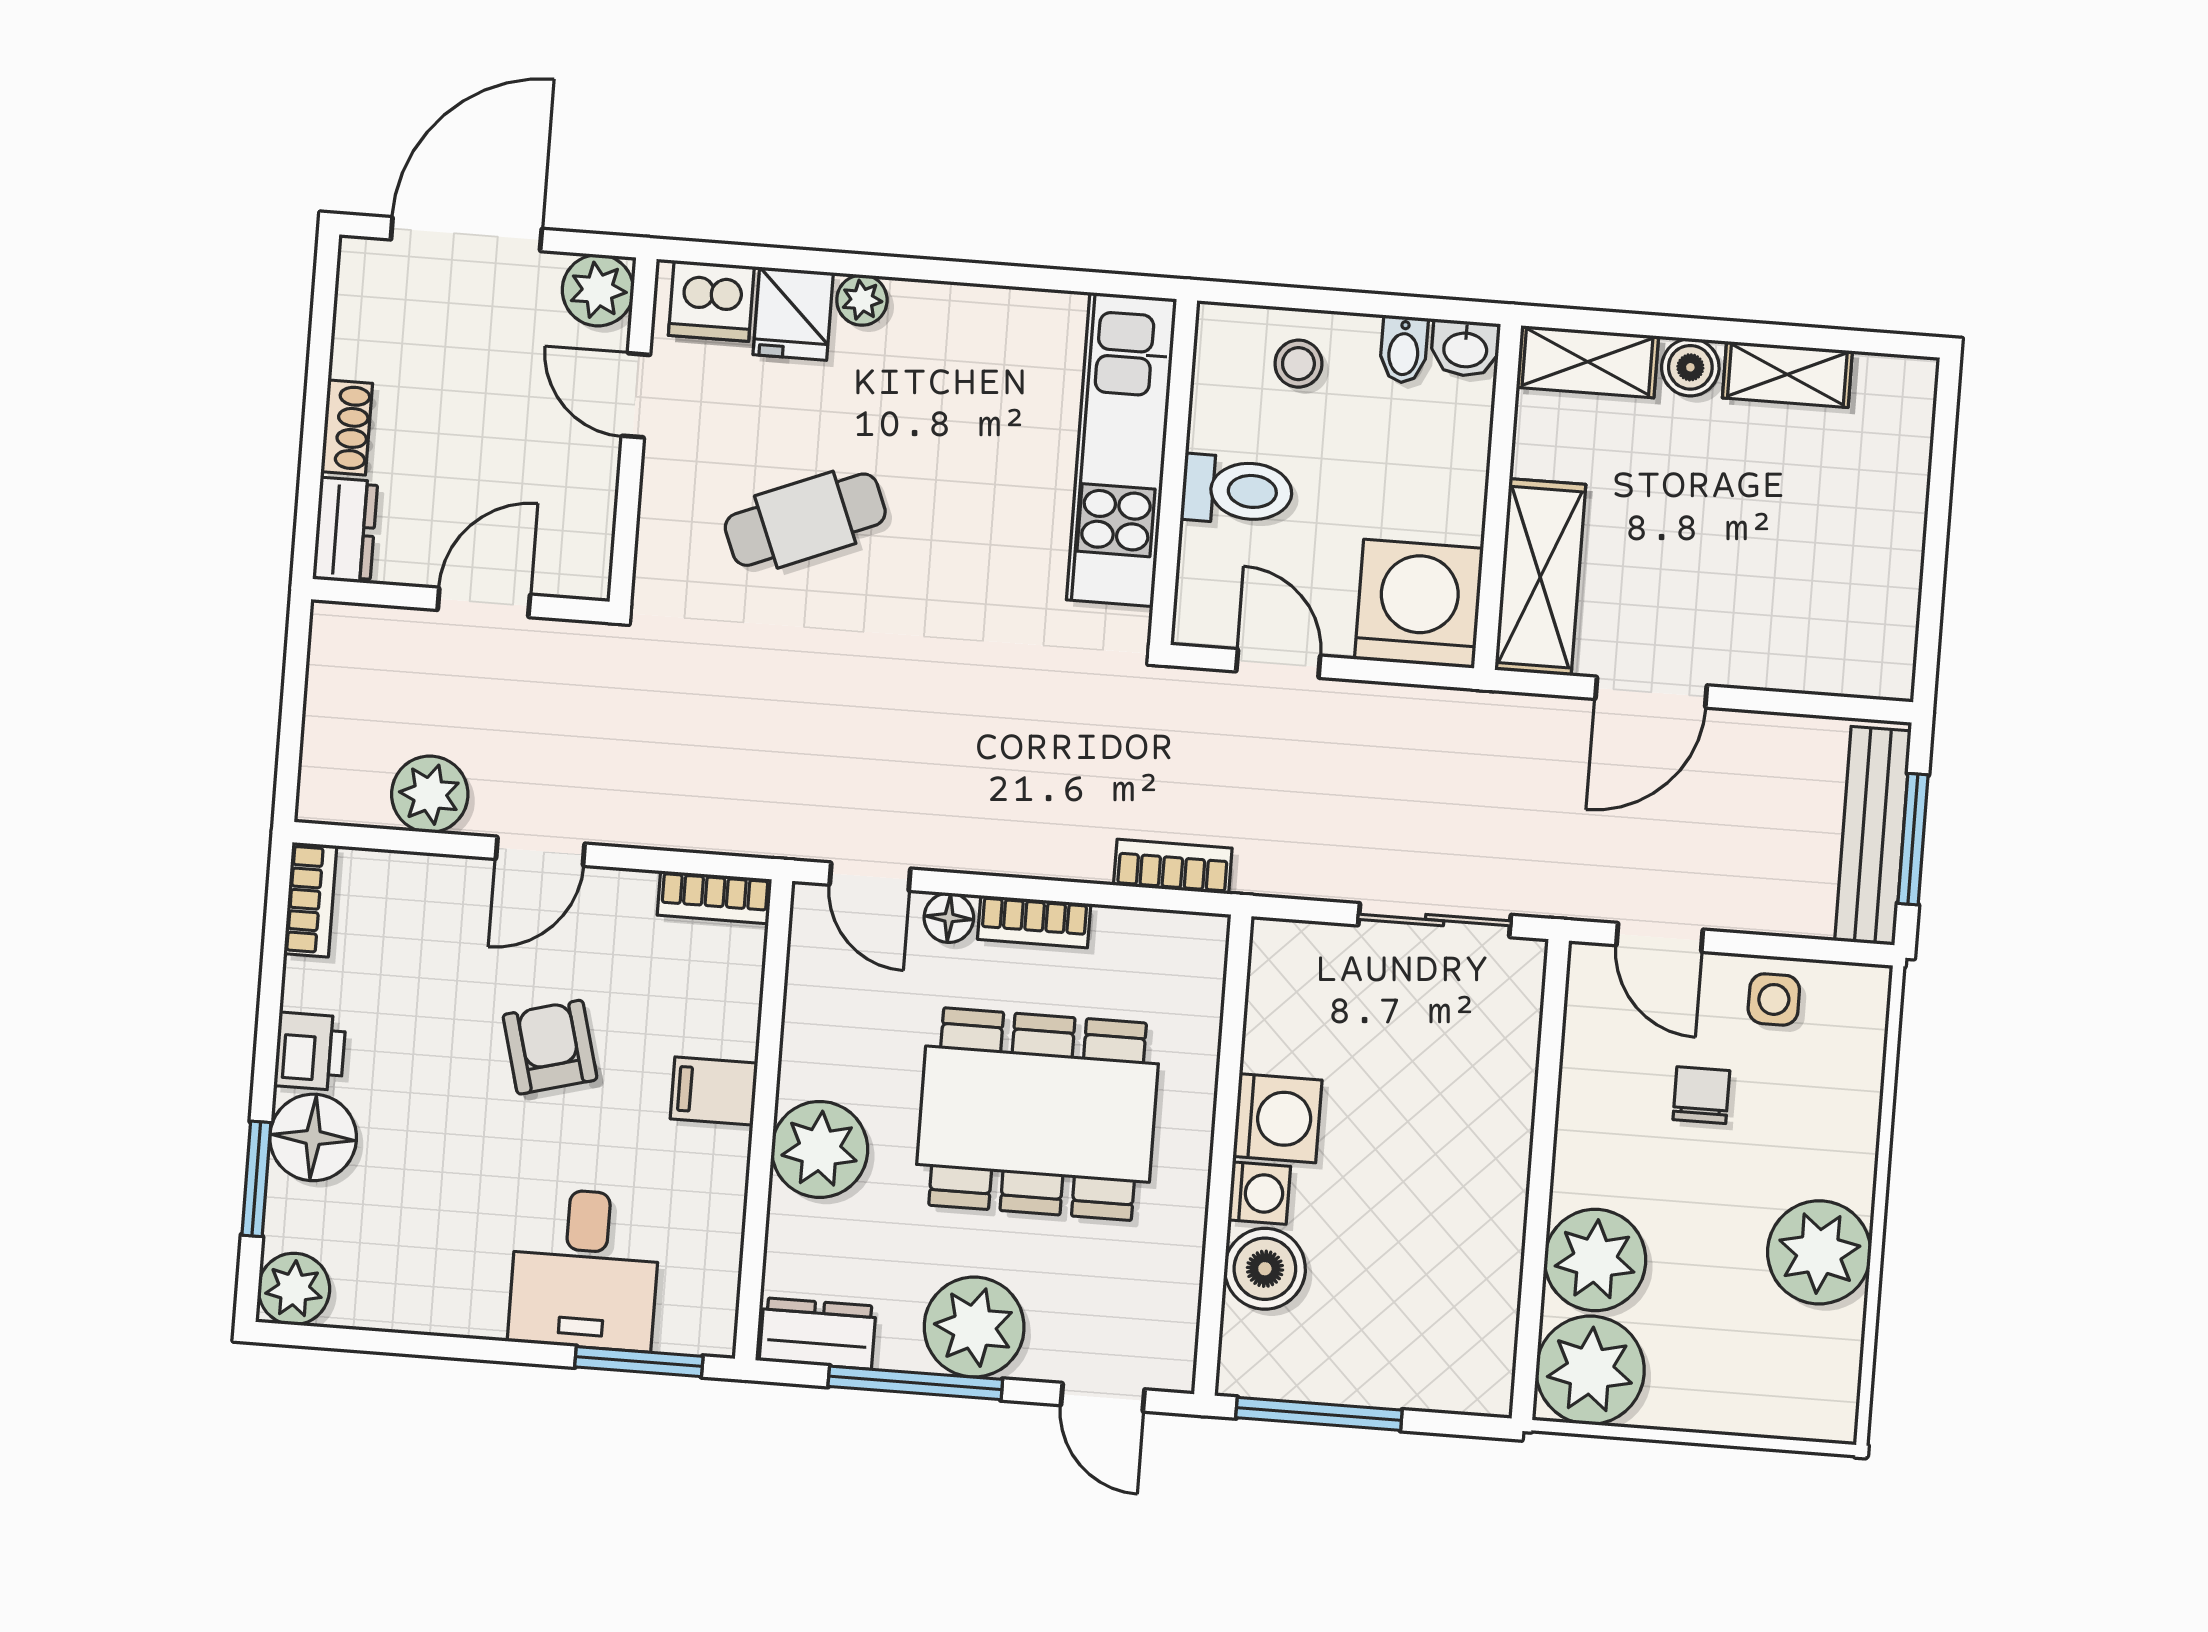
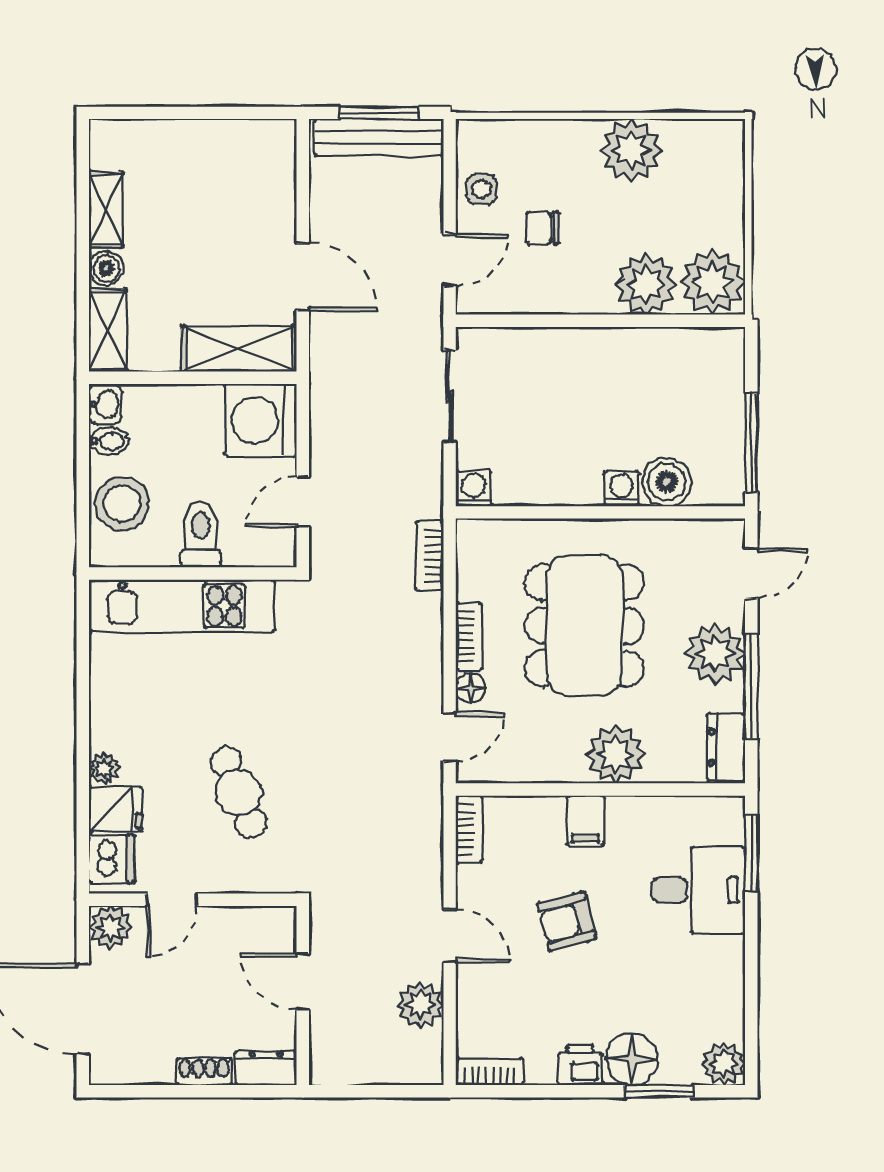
stool: (1298, 364) -> (122, 504), width x1.89, depth x1.89
washing machine: (1277, 1118) -> (474, 488), moved, width x0.73, depth x0.73

